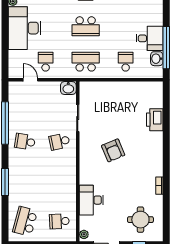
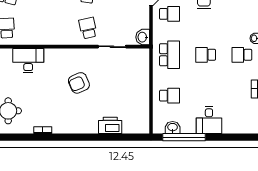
school desk: (86, 26) -> (206, 55), width x0.54
desk: (150, 38) -> (209, 120), moved

